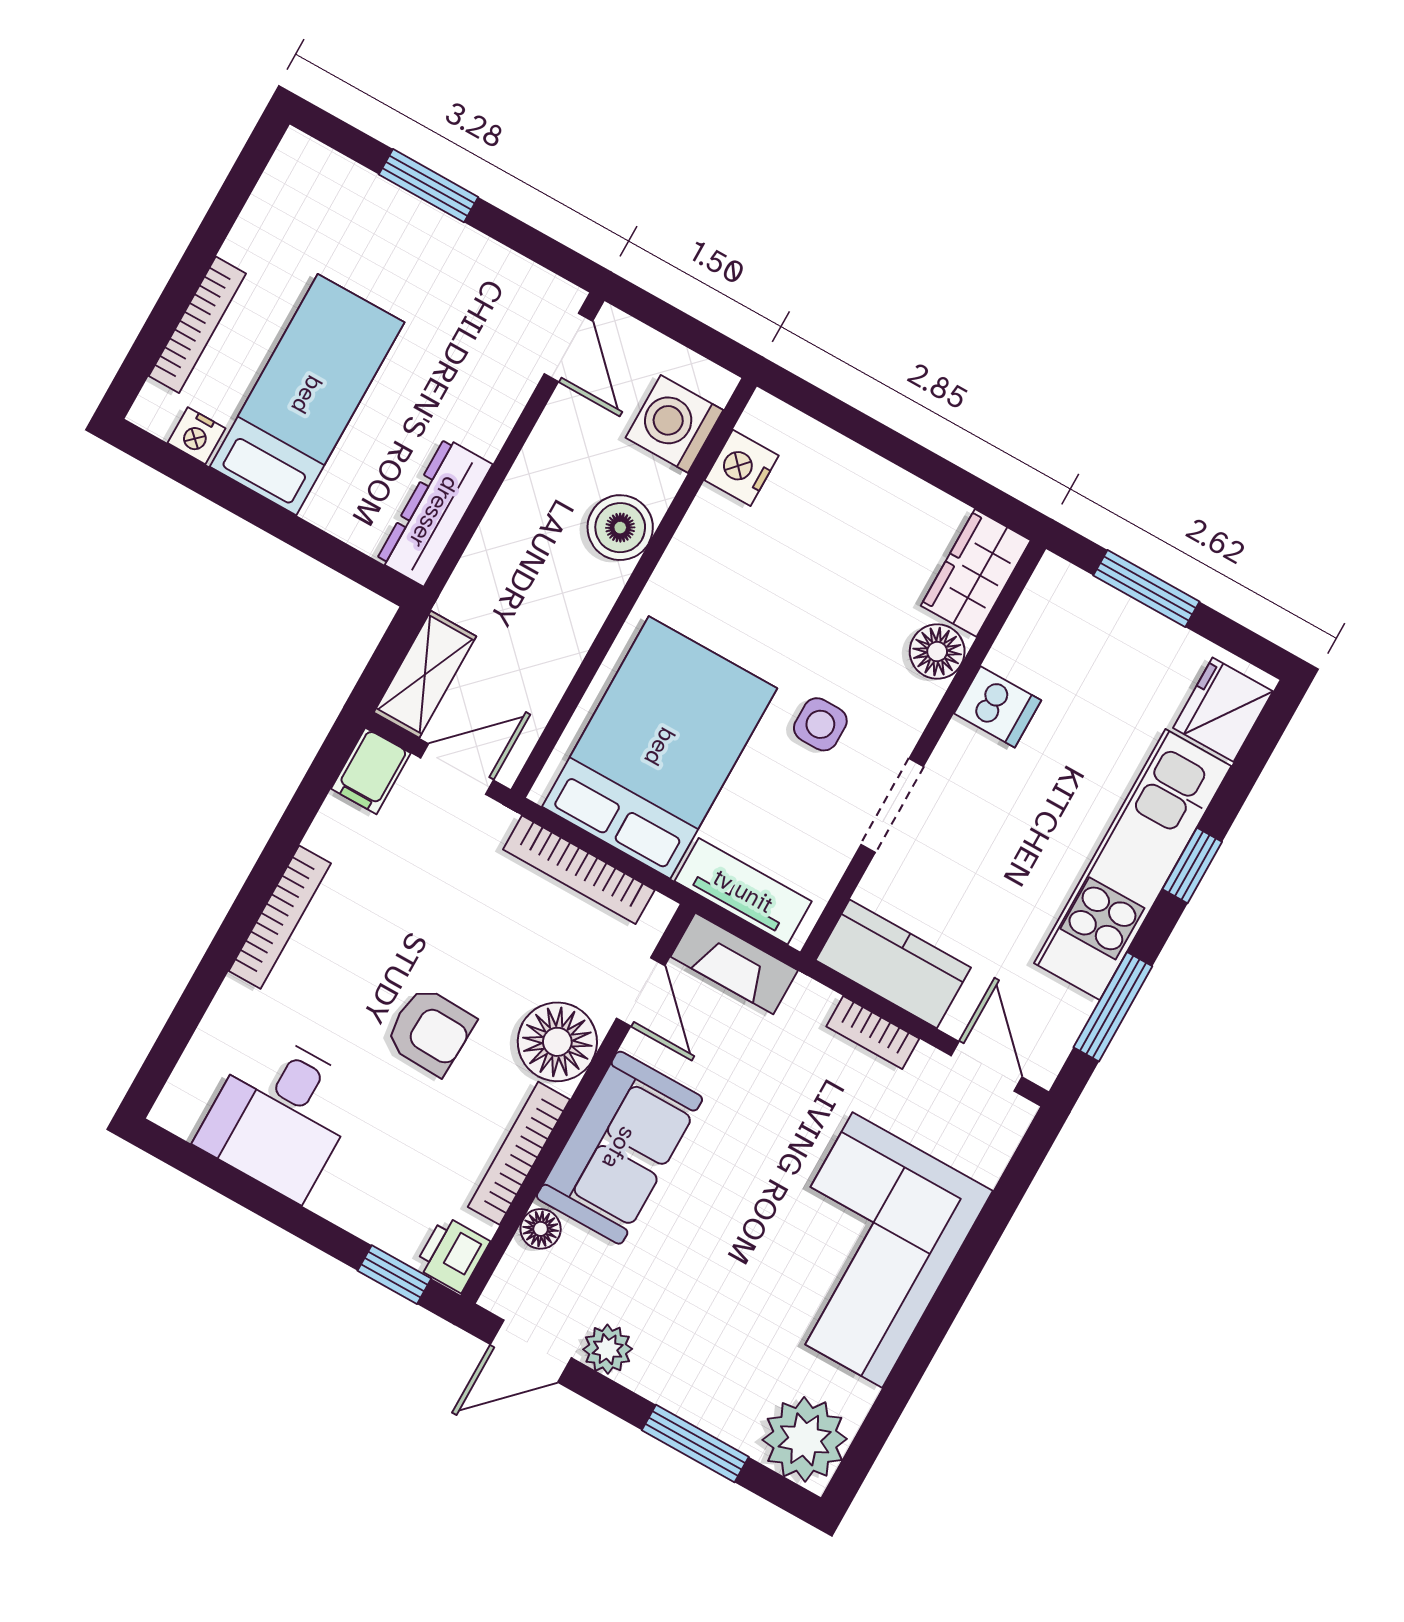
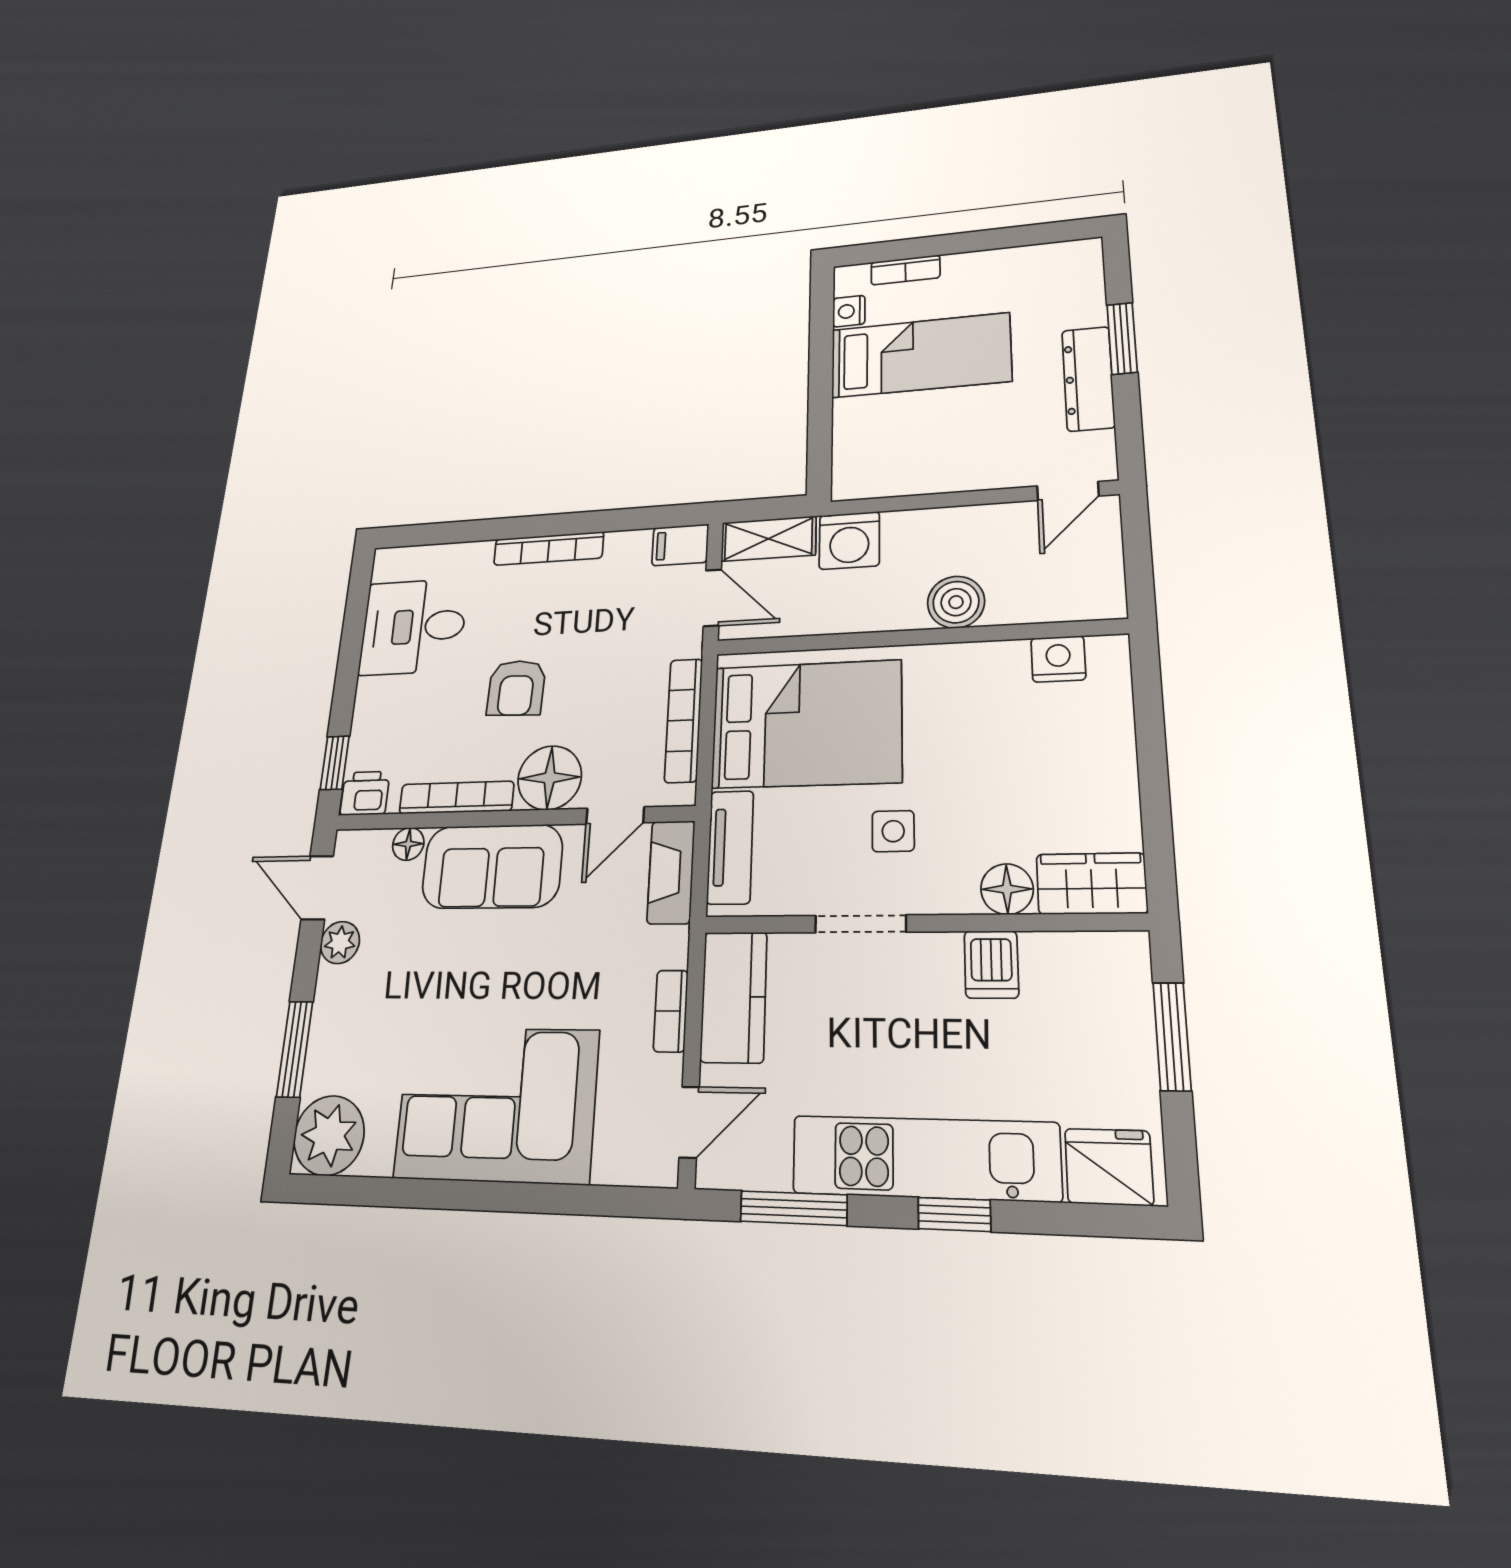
bookcase: (197, 325) -> (905, 270), width x0.64
washing machine: (674, 424) -> (849, 540), moved, turned 180
dresser: (434, 512) -> (1088, 379), moved, turned -90

